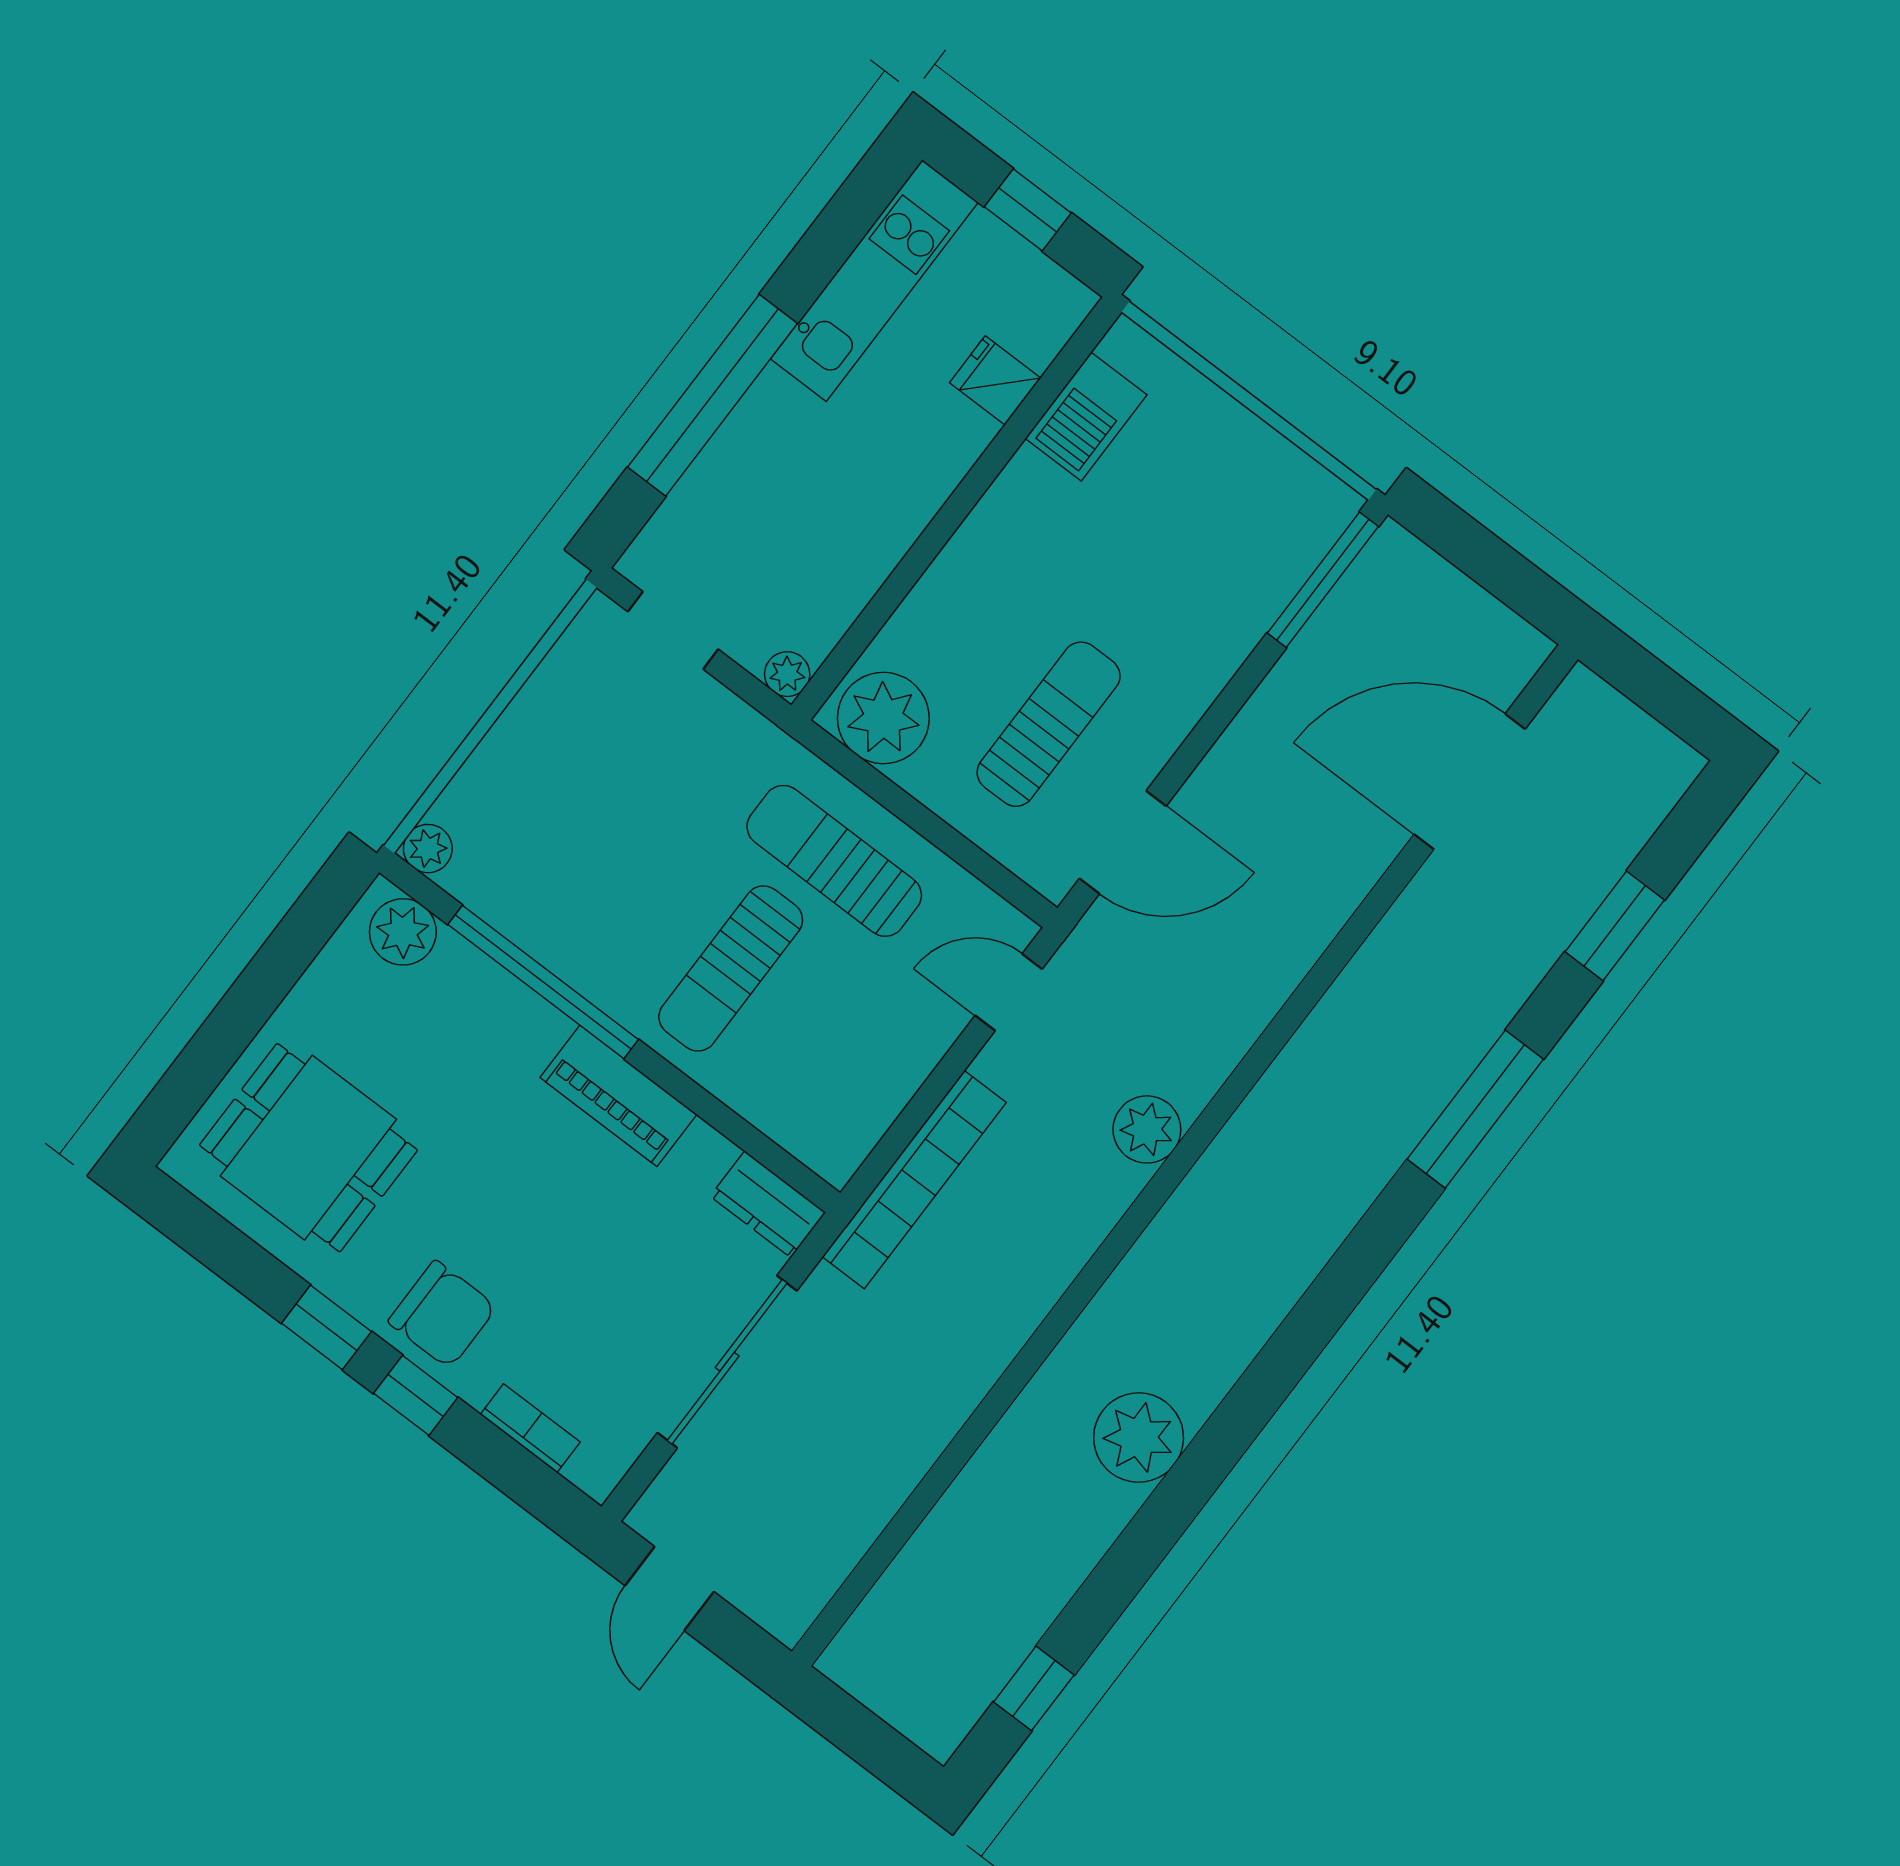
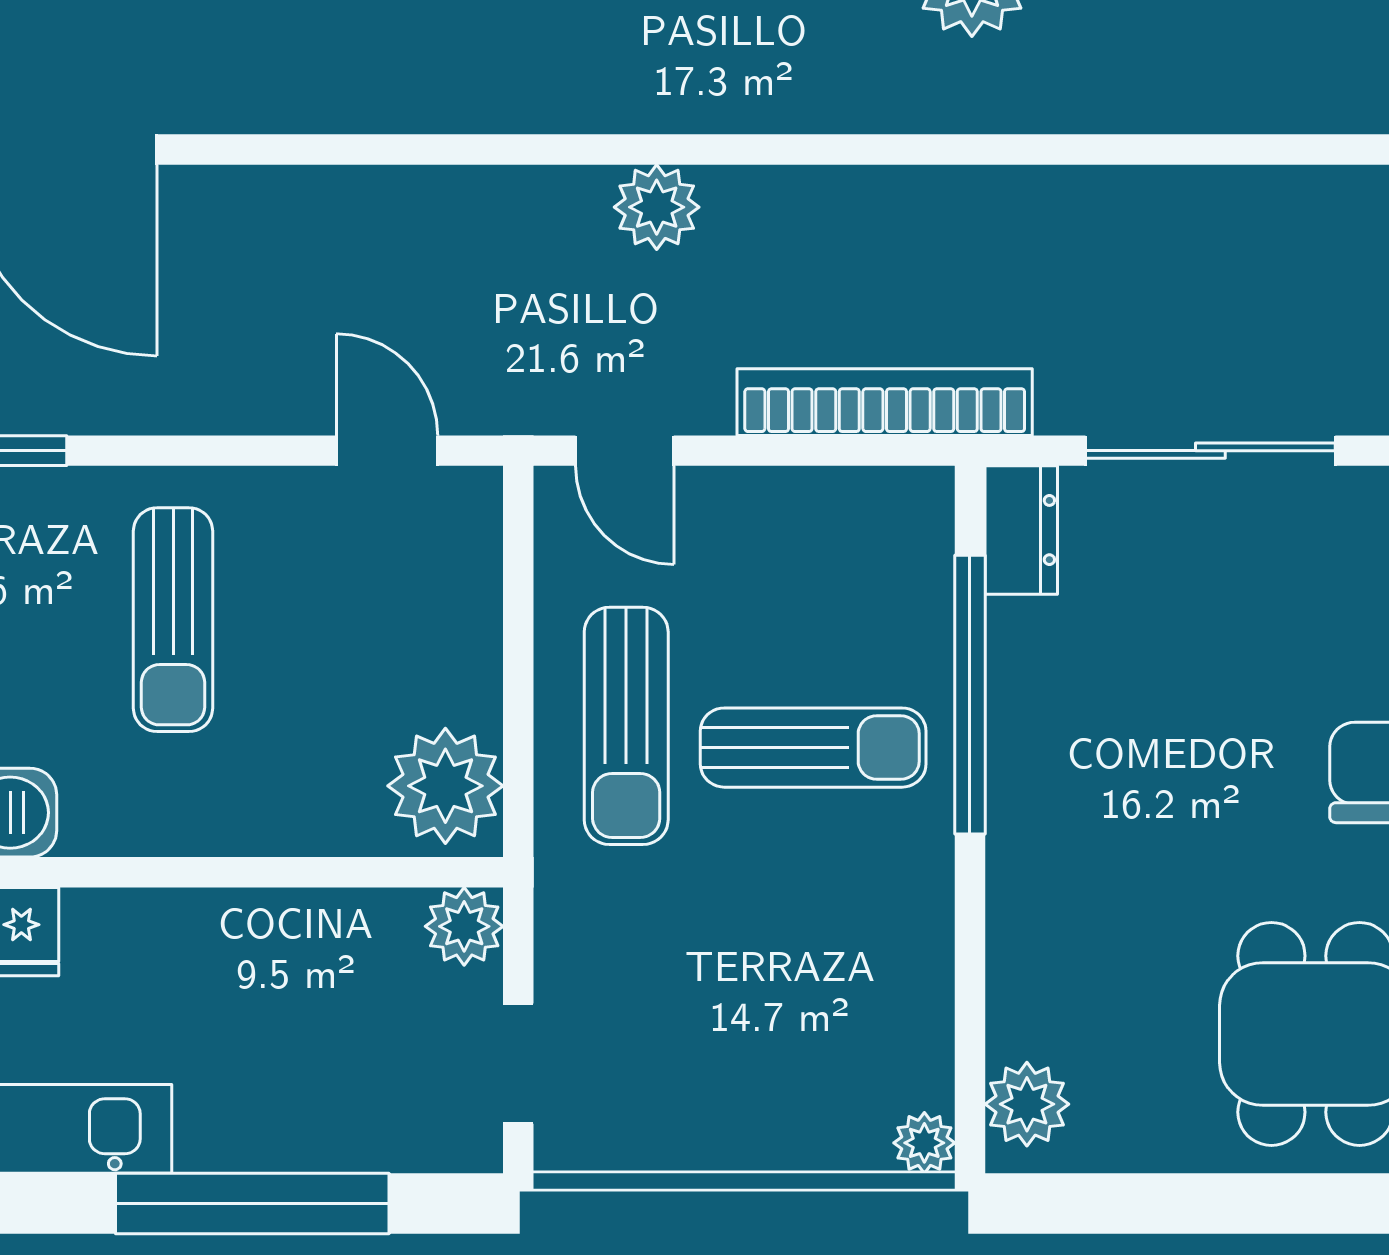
plant: (787, 674) -> (464, 926), width x1.38, depth x1.38
sun lounger: (1049, 724) -> (173, 620), moved, turned -90
door: (1123, 842) -> (387, 451), width x0.73
window: (543, 982) -> (970, 695), moved
piano: (618, 1096) -> (1027, 763), removed

